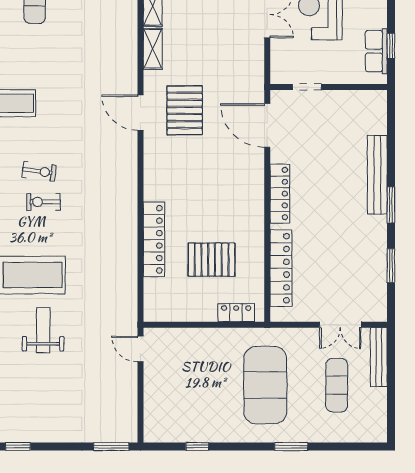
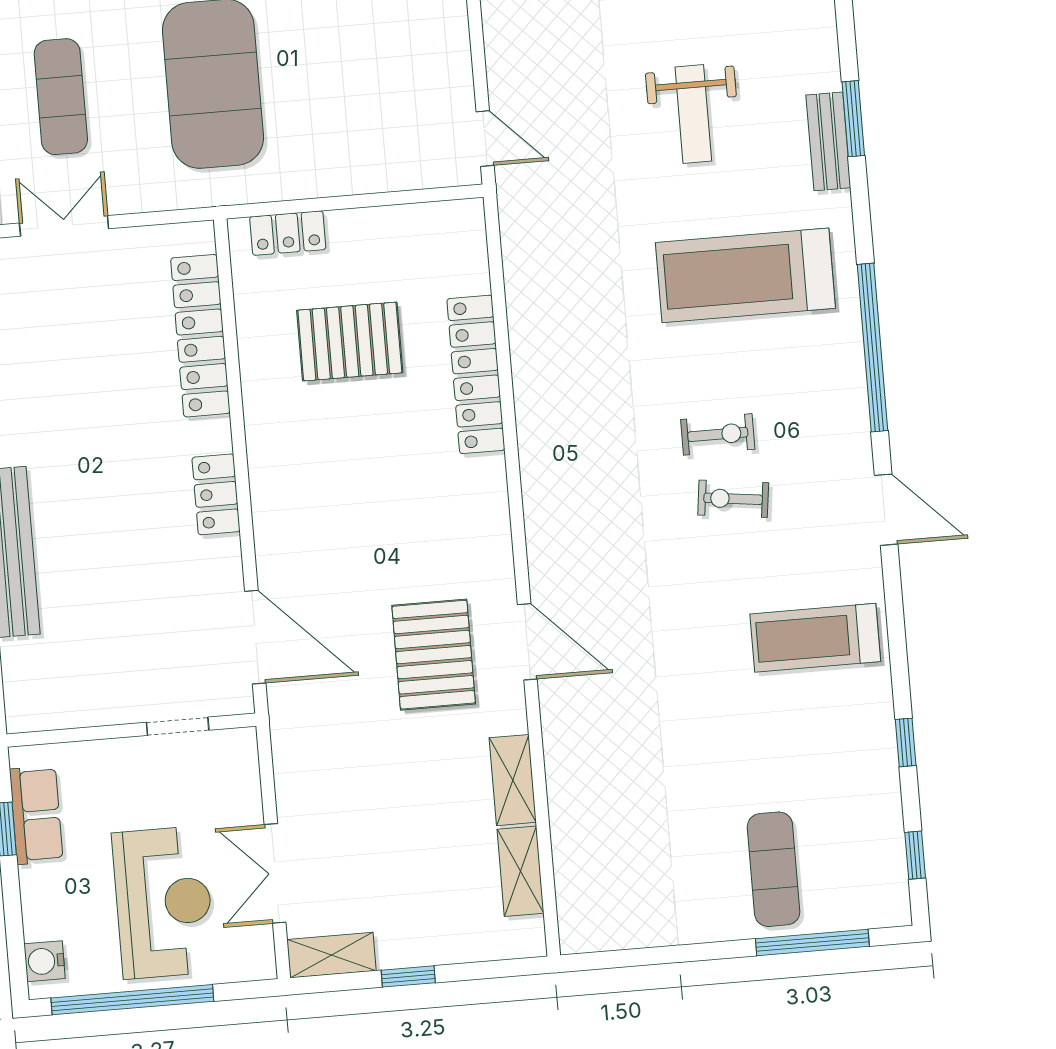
locker: (280, 194) -> (216, 494), width x0.66
weight bench: (43, 330) -> (693, 114), moved

